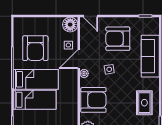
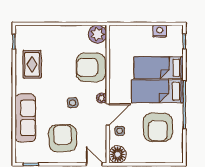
armchair: (118, 39) -> (63, 138), turned -93
armchair: (35, 48) -> (158, 127), turned 180

